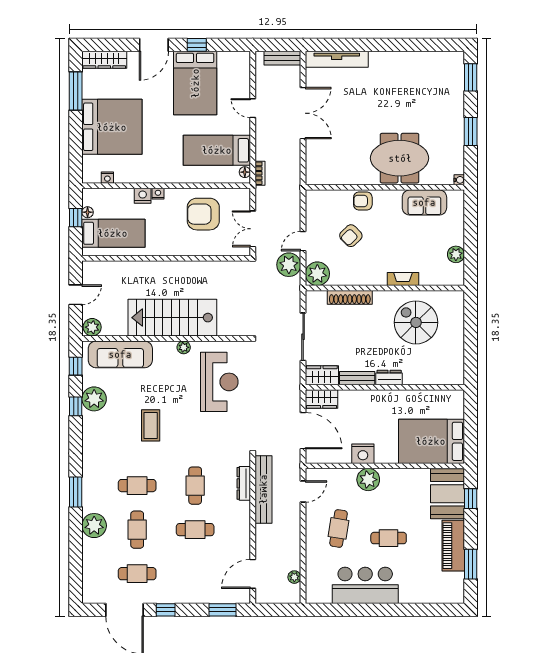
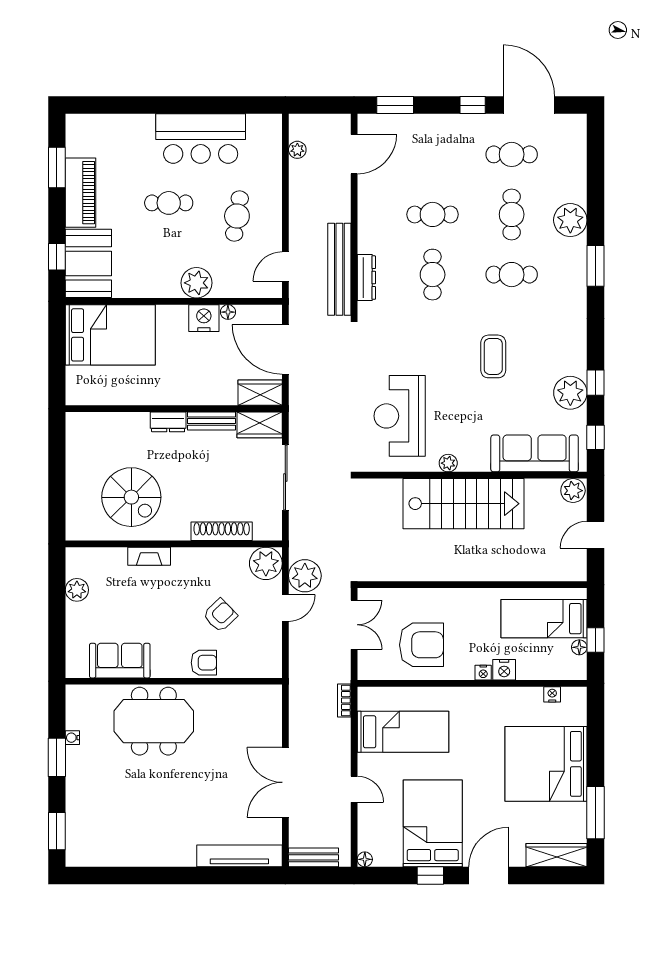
floor lamp: (245, 172) -> (365, 859), moved
water cooler: (459, 180) -> (72, 738), moved
floor lamp: (345, 458) -> (228, 312), added

